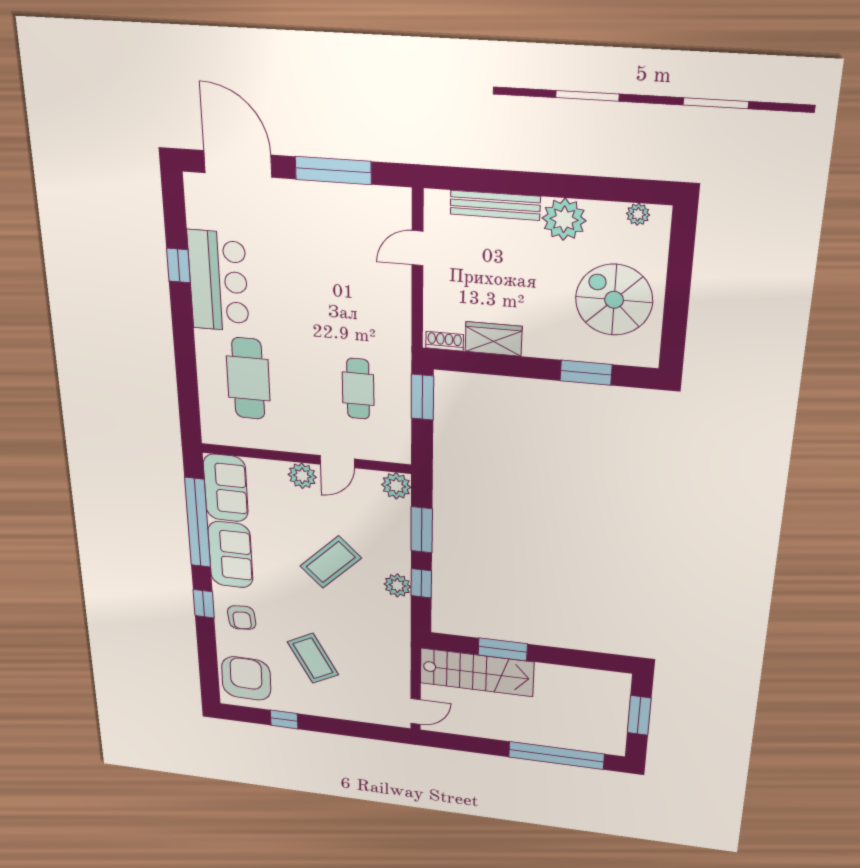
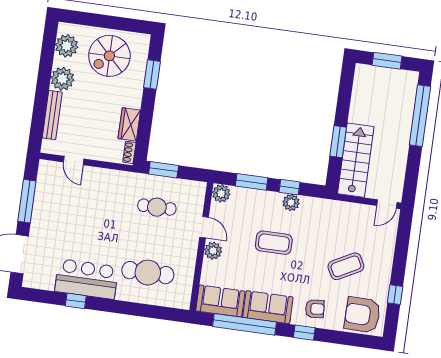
plant: (638, 214) -> (67, 46), width x1.87, depth x1.87
coffee table: (331, 562) -> (274, 243), turned -45
door: (416, 711) -> (387, 204), swing flipped

